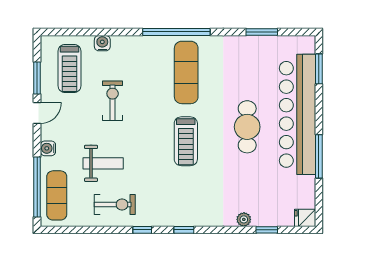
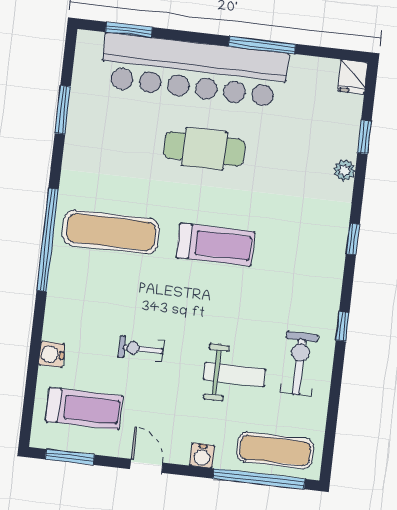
window: (37, 78) -> (70, 457), moved
exercise bike: (113, 101) -> (141, 349), width x0.73, depth x0.72
weight bench: (103, 163) -> (235, 374), turned 90
window: (184, 230) -> (353, 239), moved

